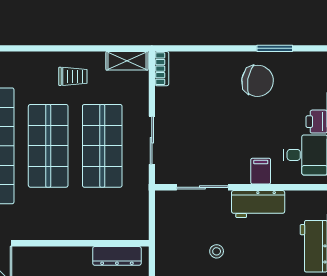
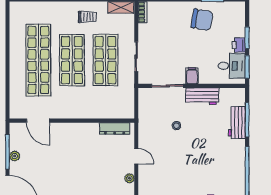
filing cabinet: (261, 171) -> (192, 76), moved

